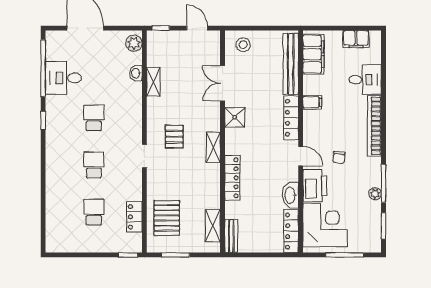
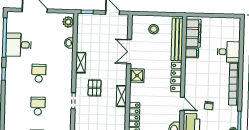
filing cabinet: (356, 39) -> (223, 23), removed
stool: (243, 45) -> (154, 29), moved
shelving: (153, 82) -> (81, 63), moved
filing cabinet: (312, 102) -> (192, 53), moved

